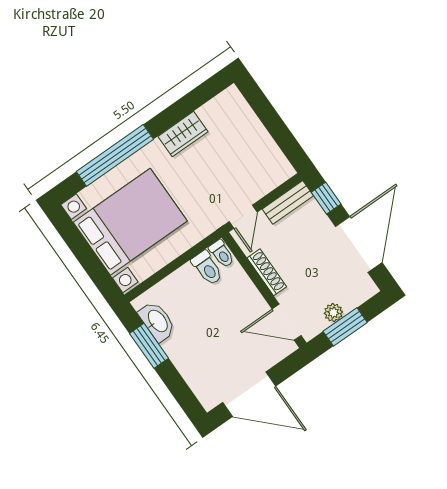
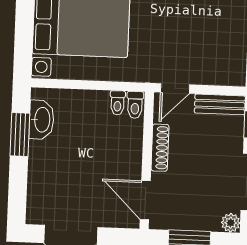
toilet: (207, 268) -> (118, 103), width x0.73, depth x0.72
plant: (333, 313) -> (231, 223), moved

